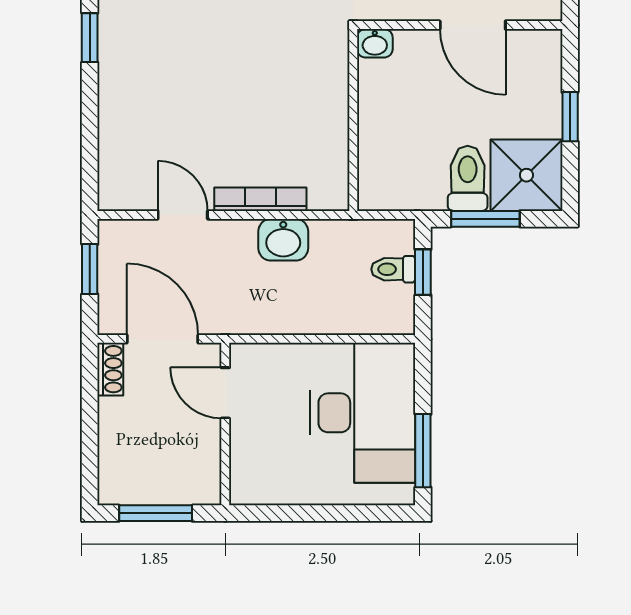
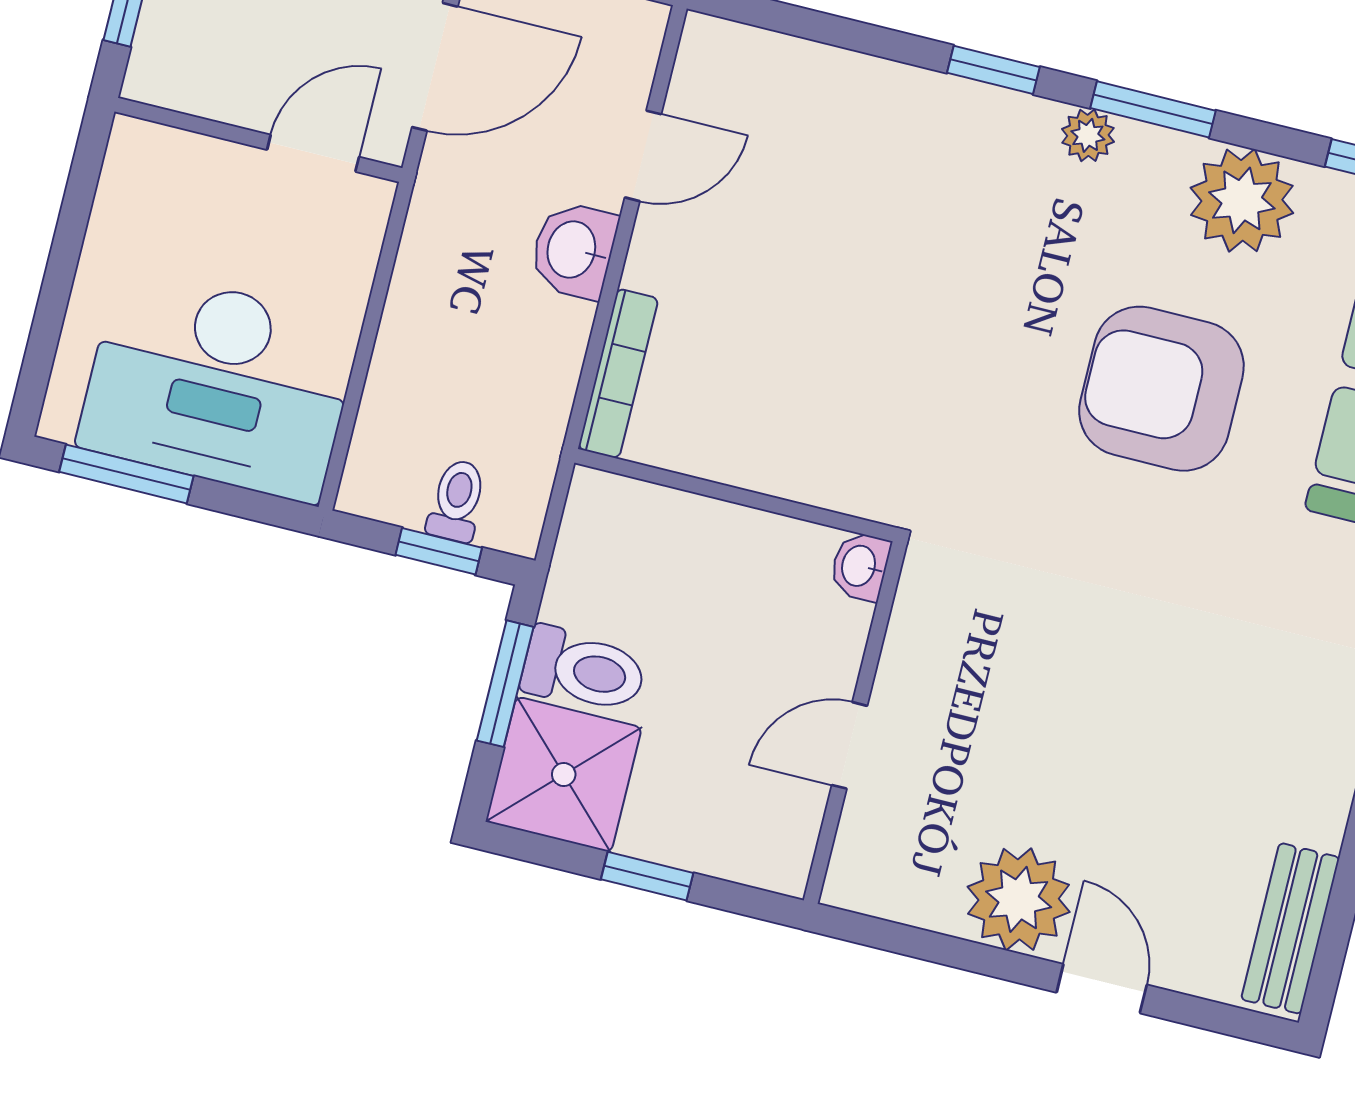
door: (473, 25) -> (850, 745), width x0.73
bookcase: (260, 199) -> (618, 374), moved
washbasin: (283, 240) -> (574, 250), moved

